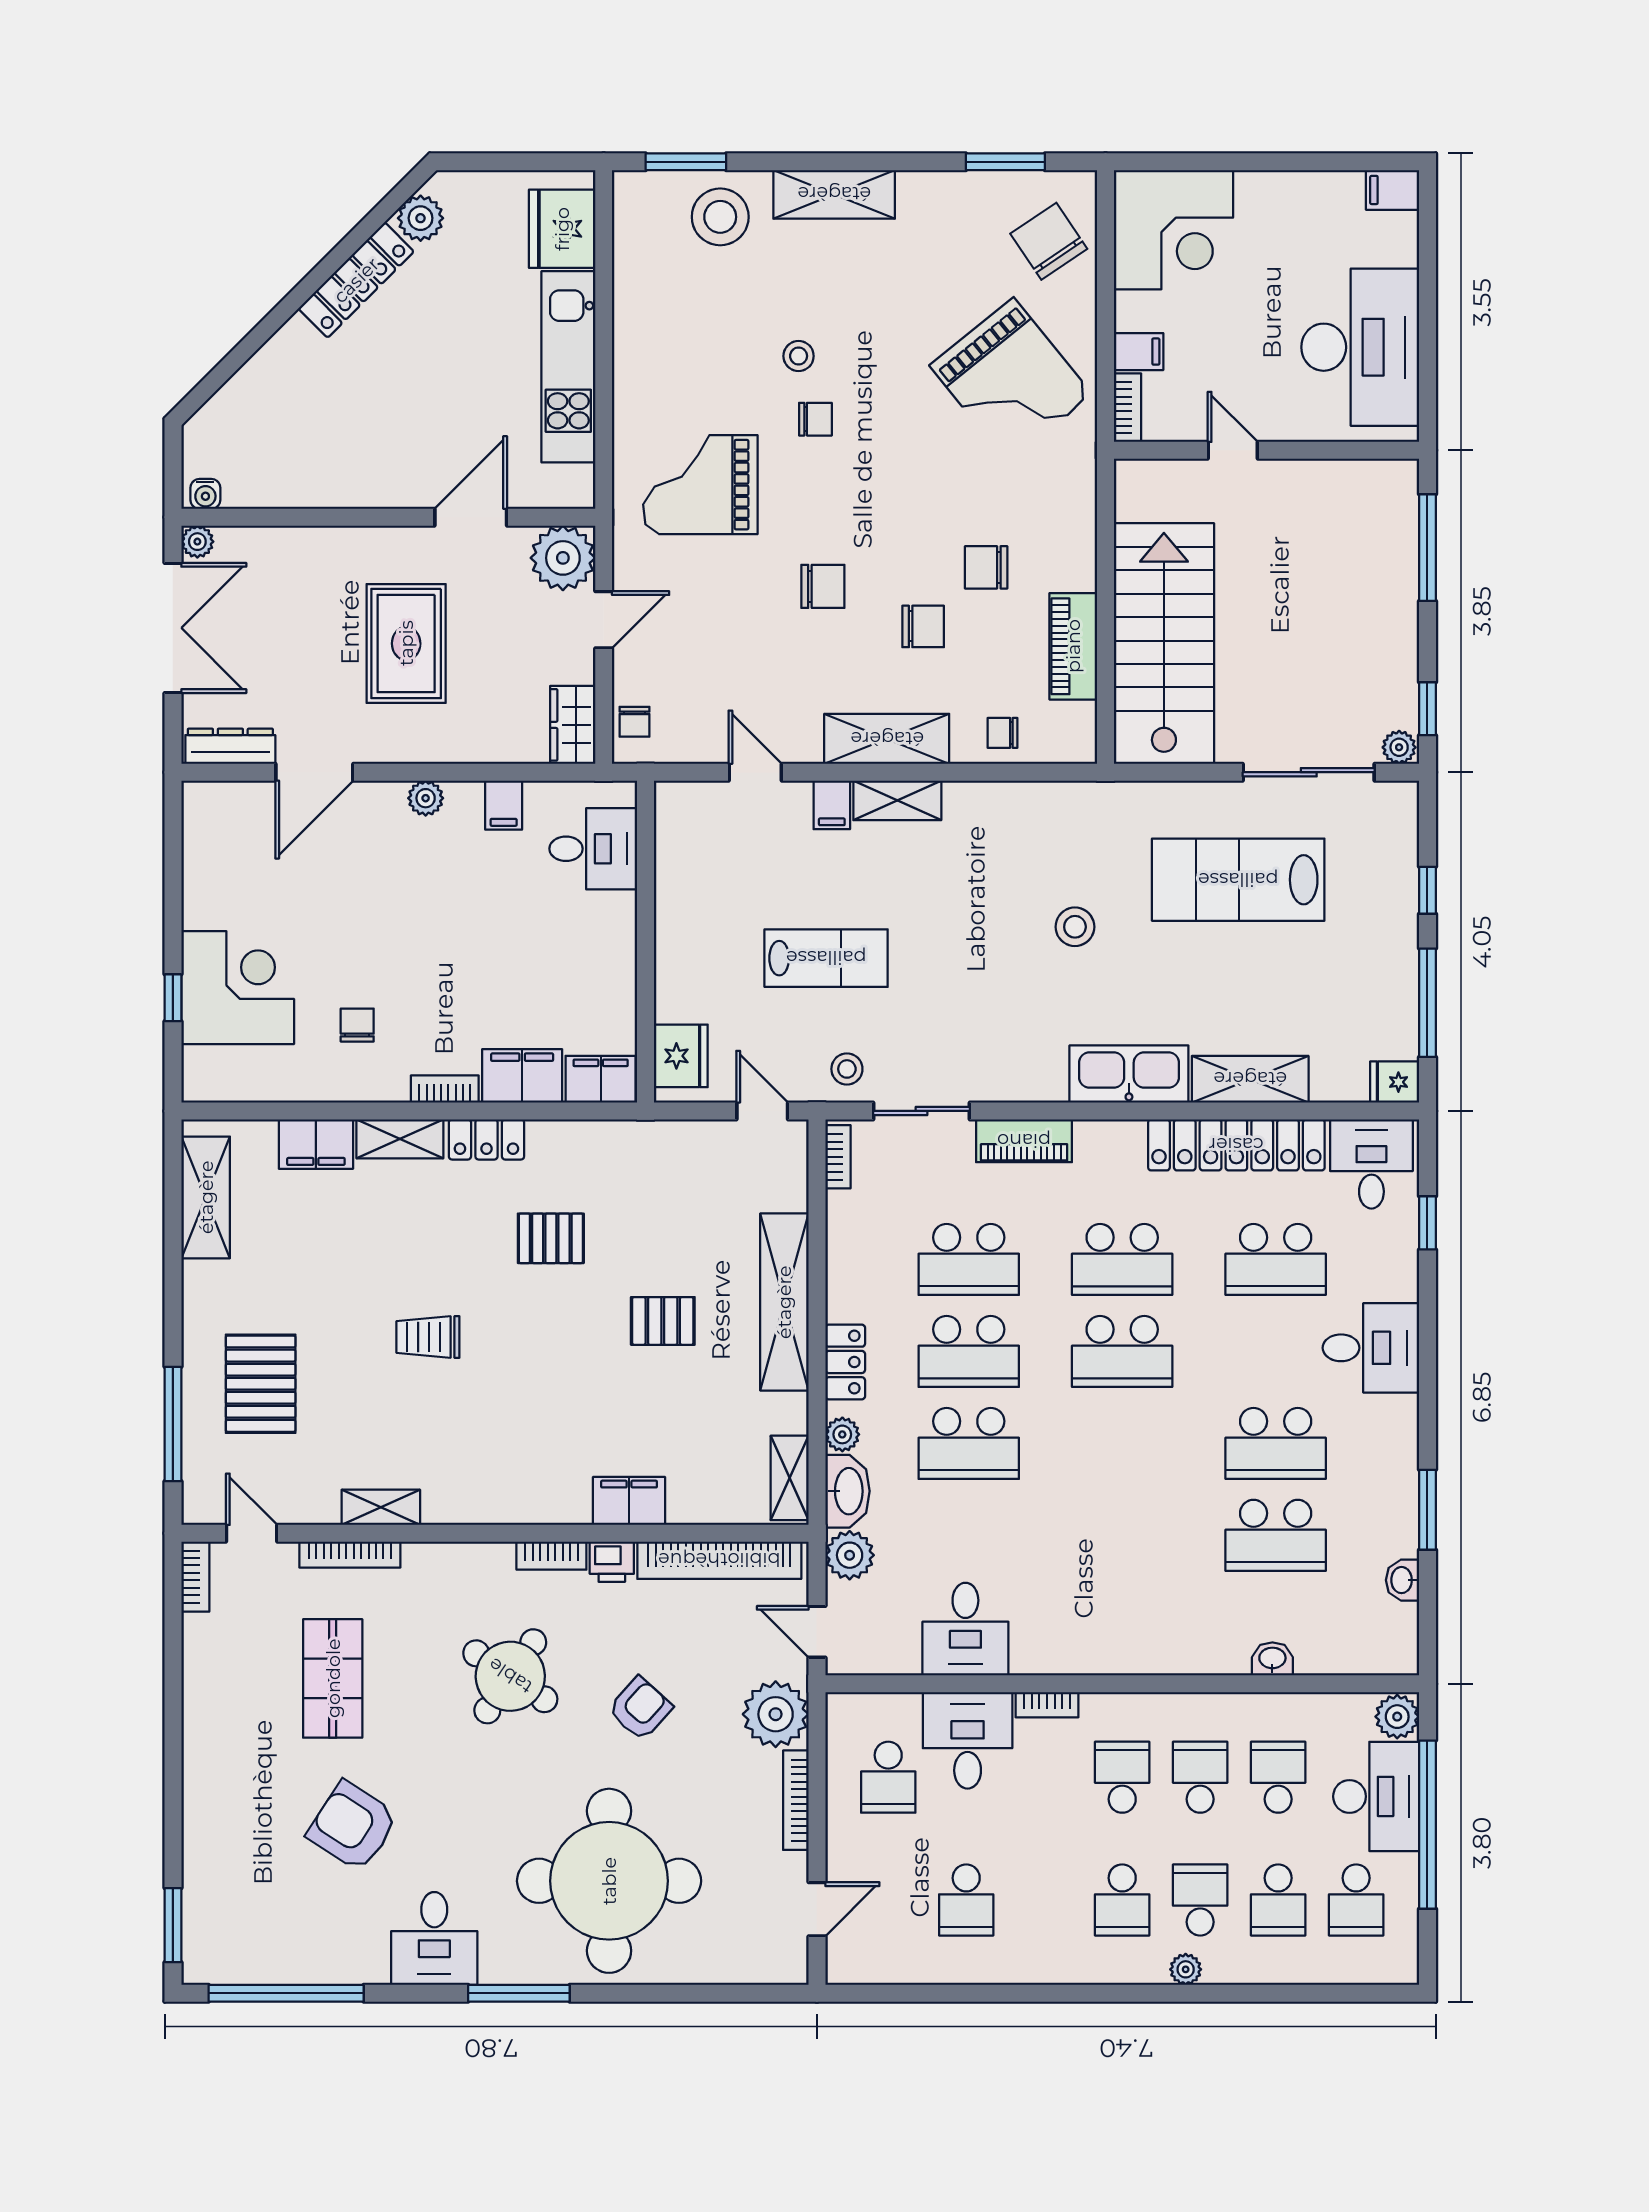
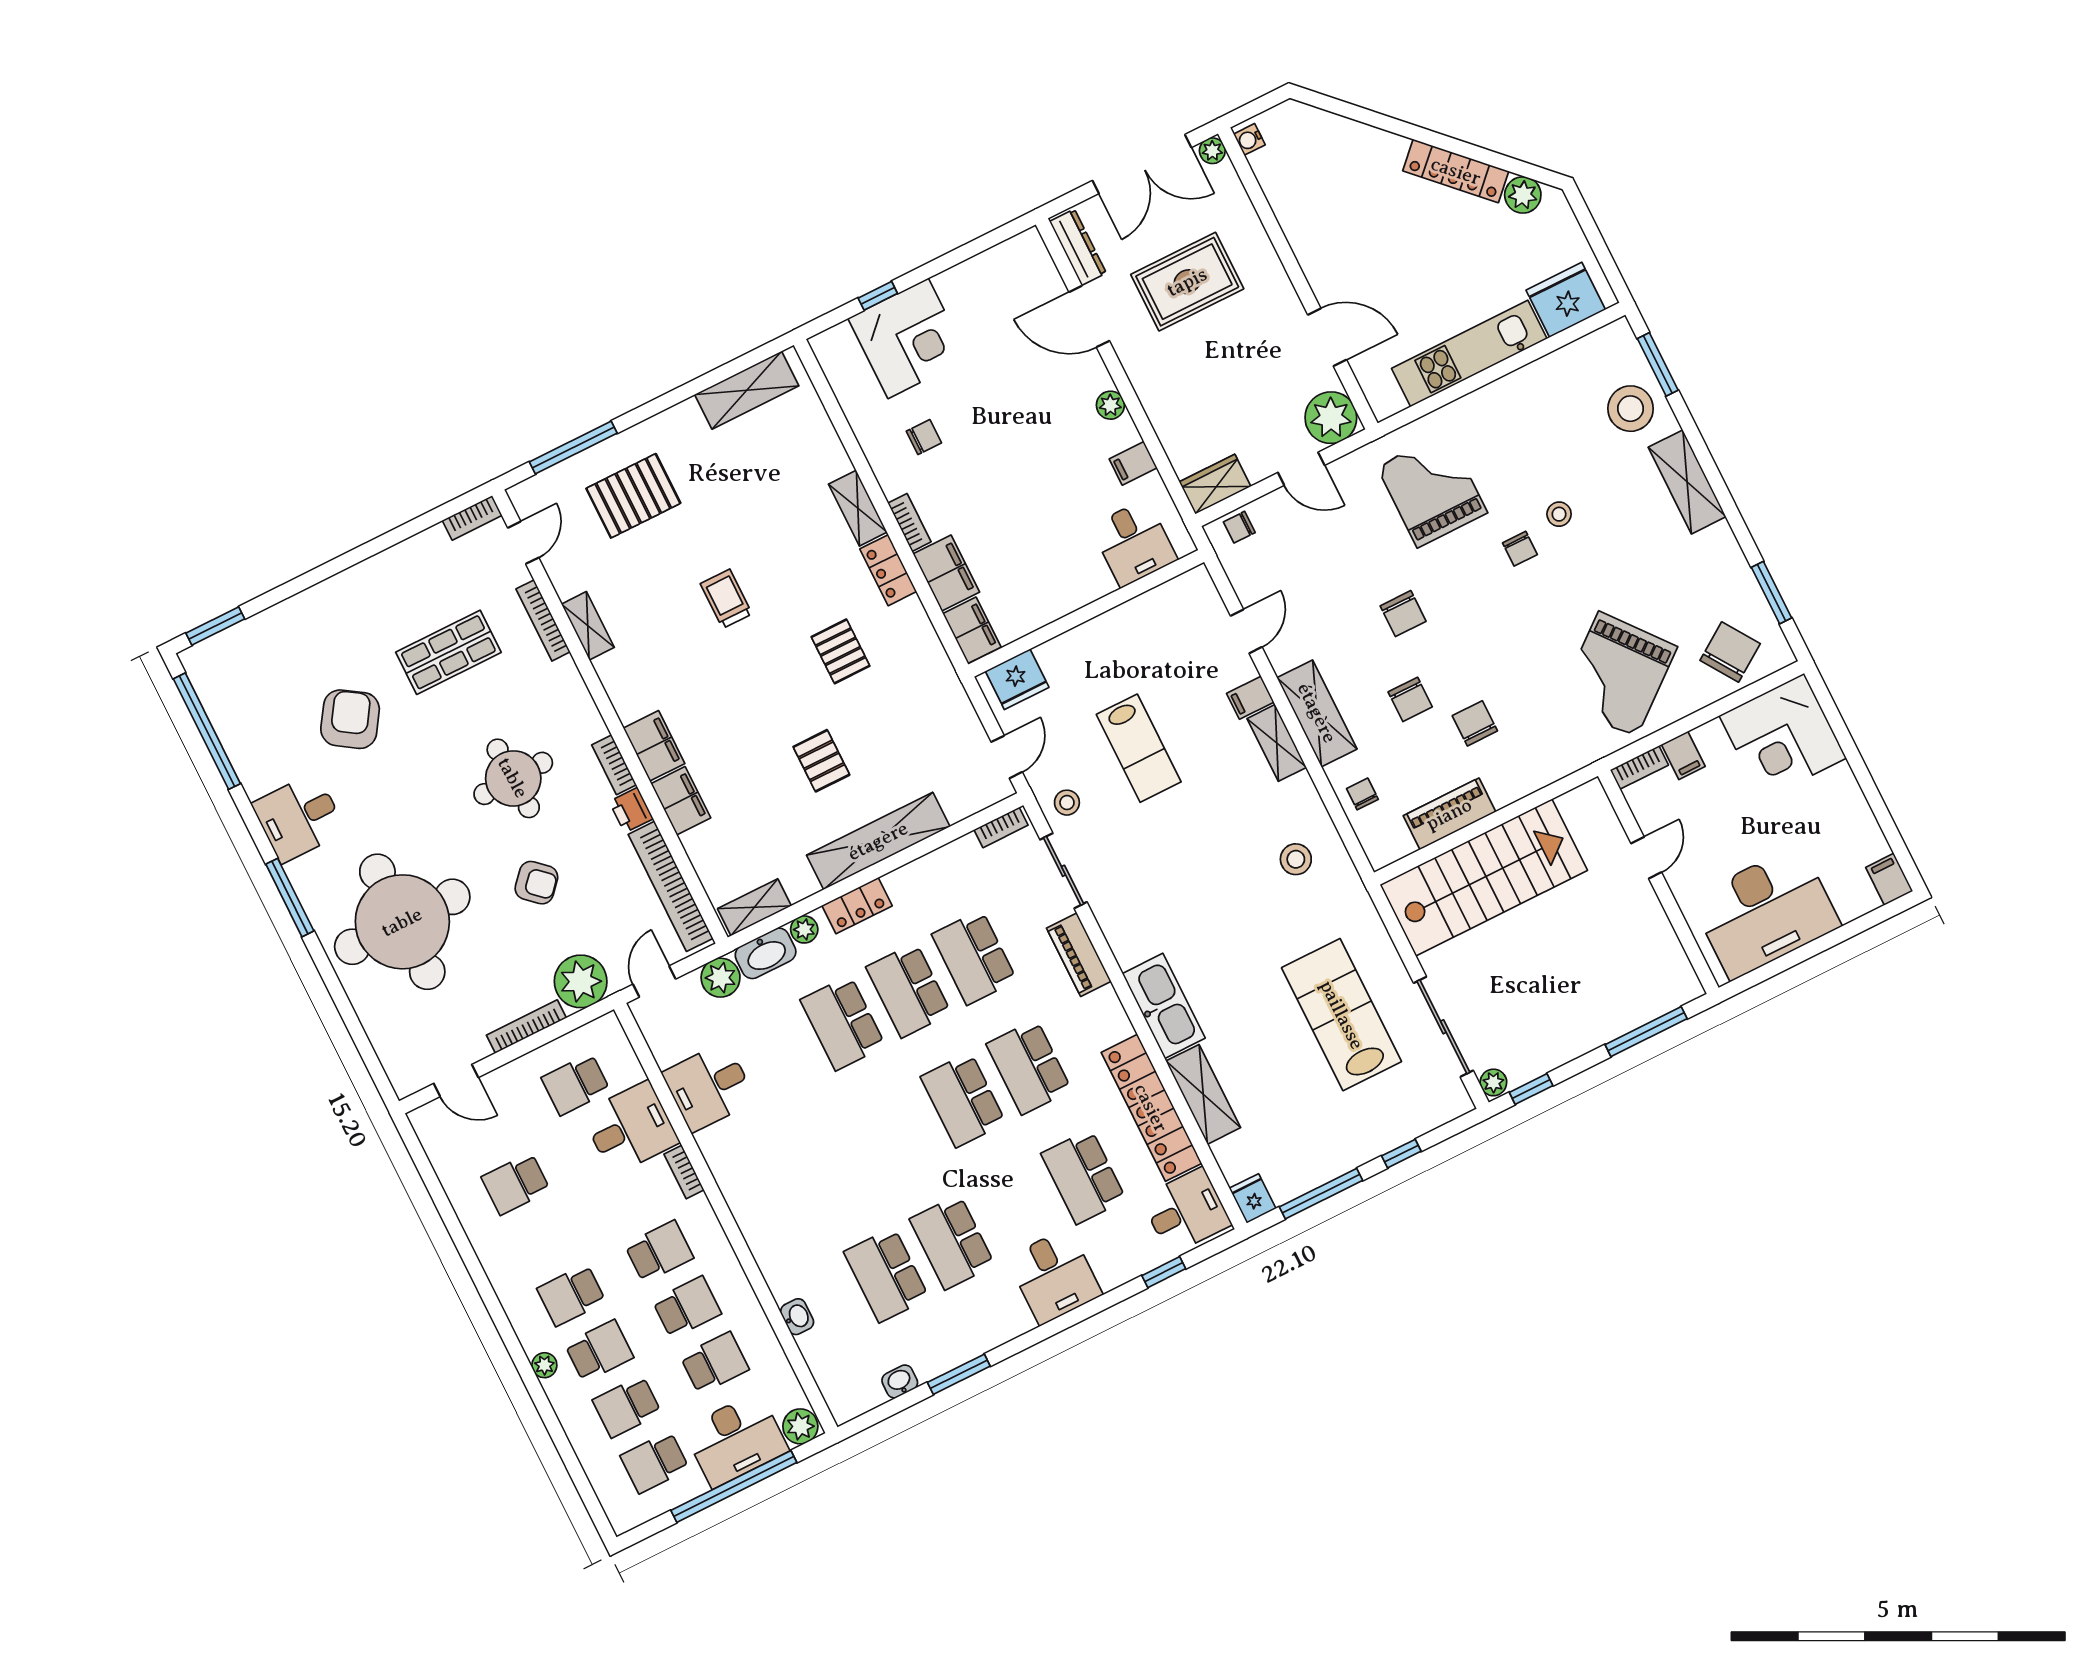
rug: (406, 643) -> (1187, 282), moved
stool: (1075, 927) -> (1296, 859), moved
filing cabinet: (316, 1144) -> (654, 746), moved, turned 180
round table: (510, 1676) -> (513, 778), turned -36

